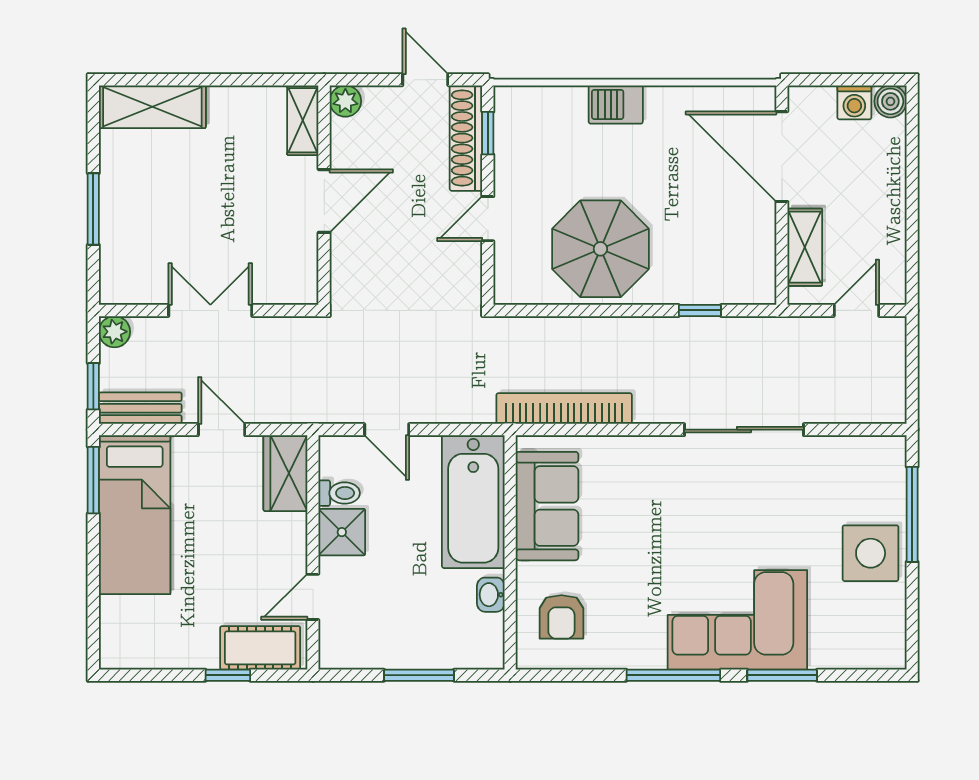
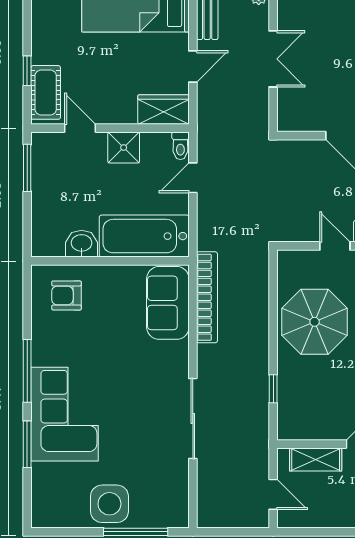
toilet: (339, 493) -> (180, 146), moved
sofa: (547, 506) -> (168, 303), moved, turned 90
washbasin: (491, 595) -> (82, 244), width x1.38, depth x1.45
window: (419, 675) -> (27, 168), moved

